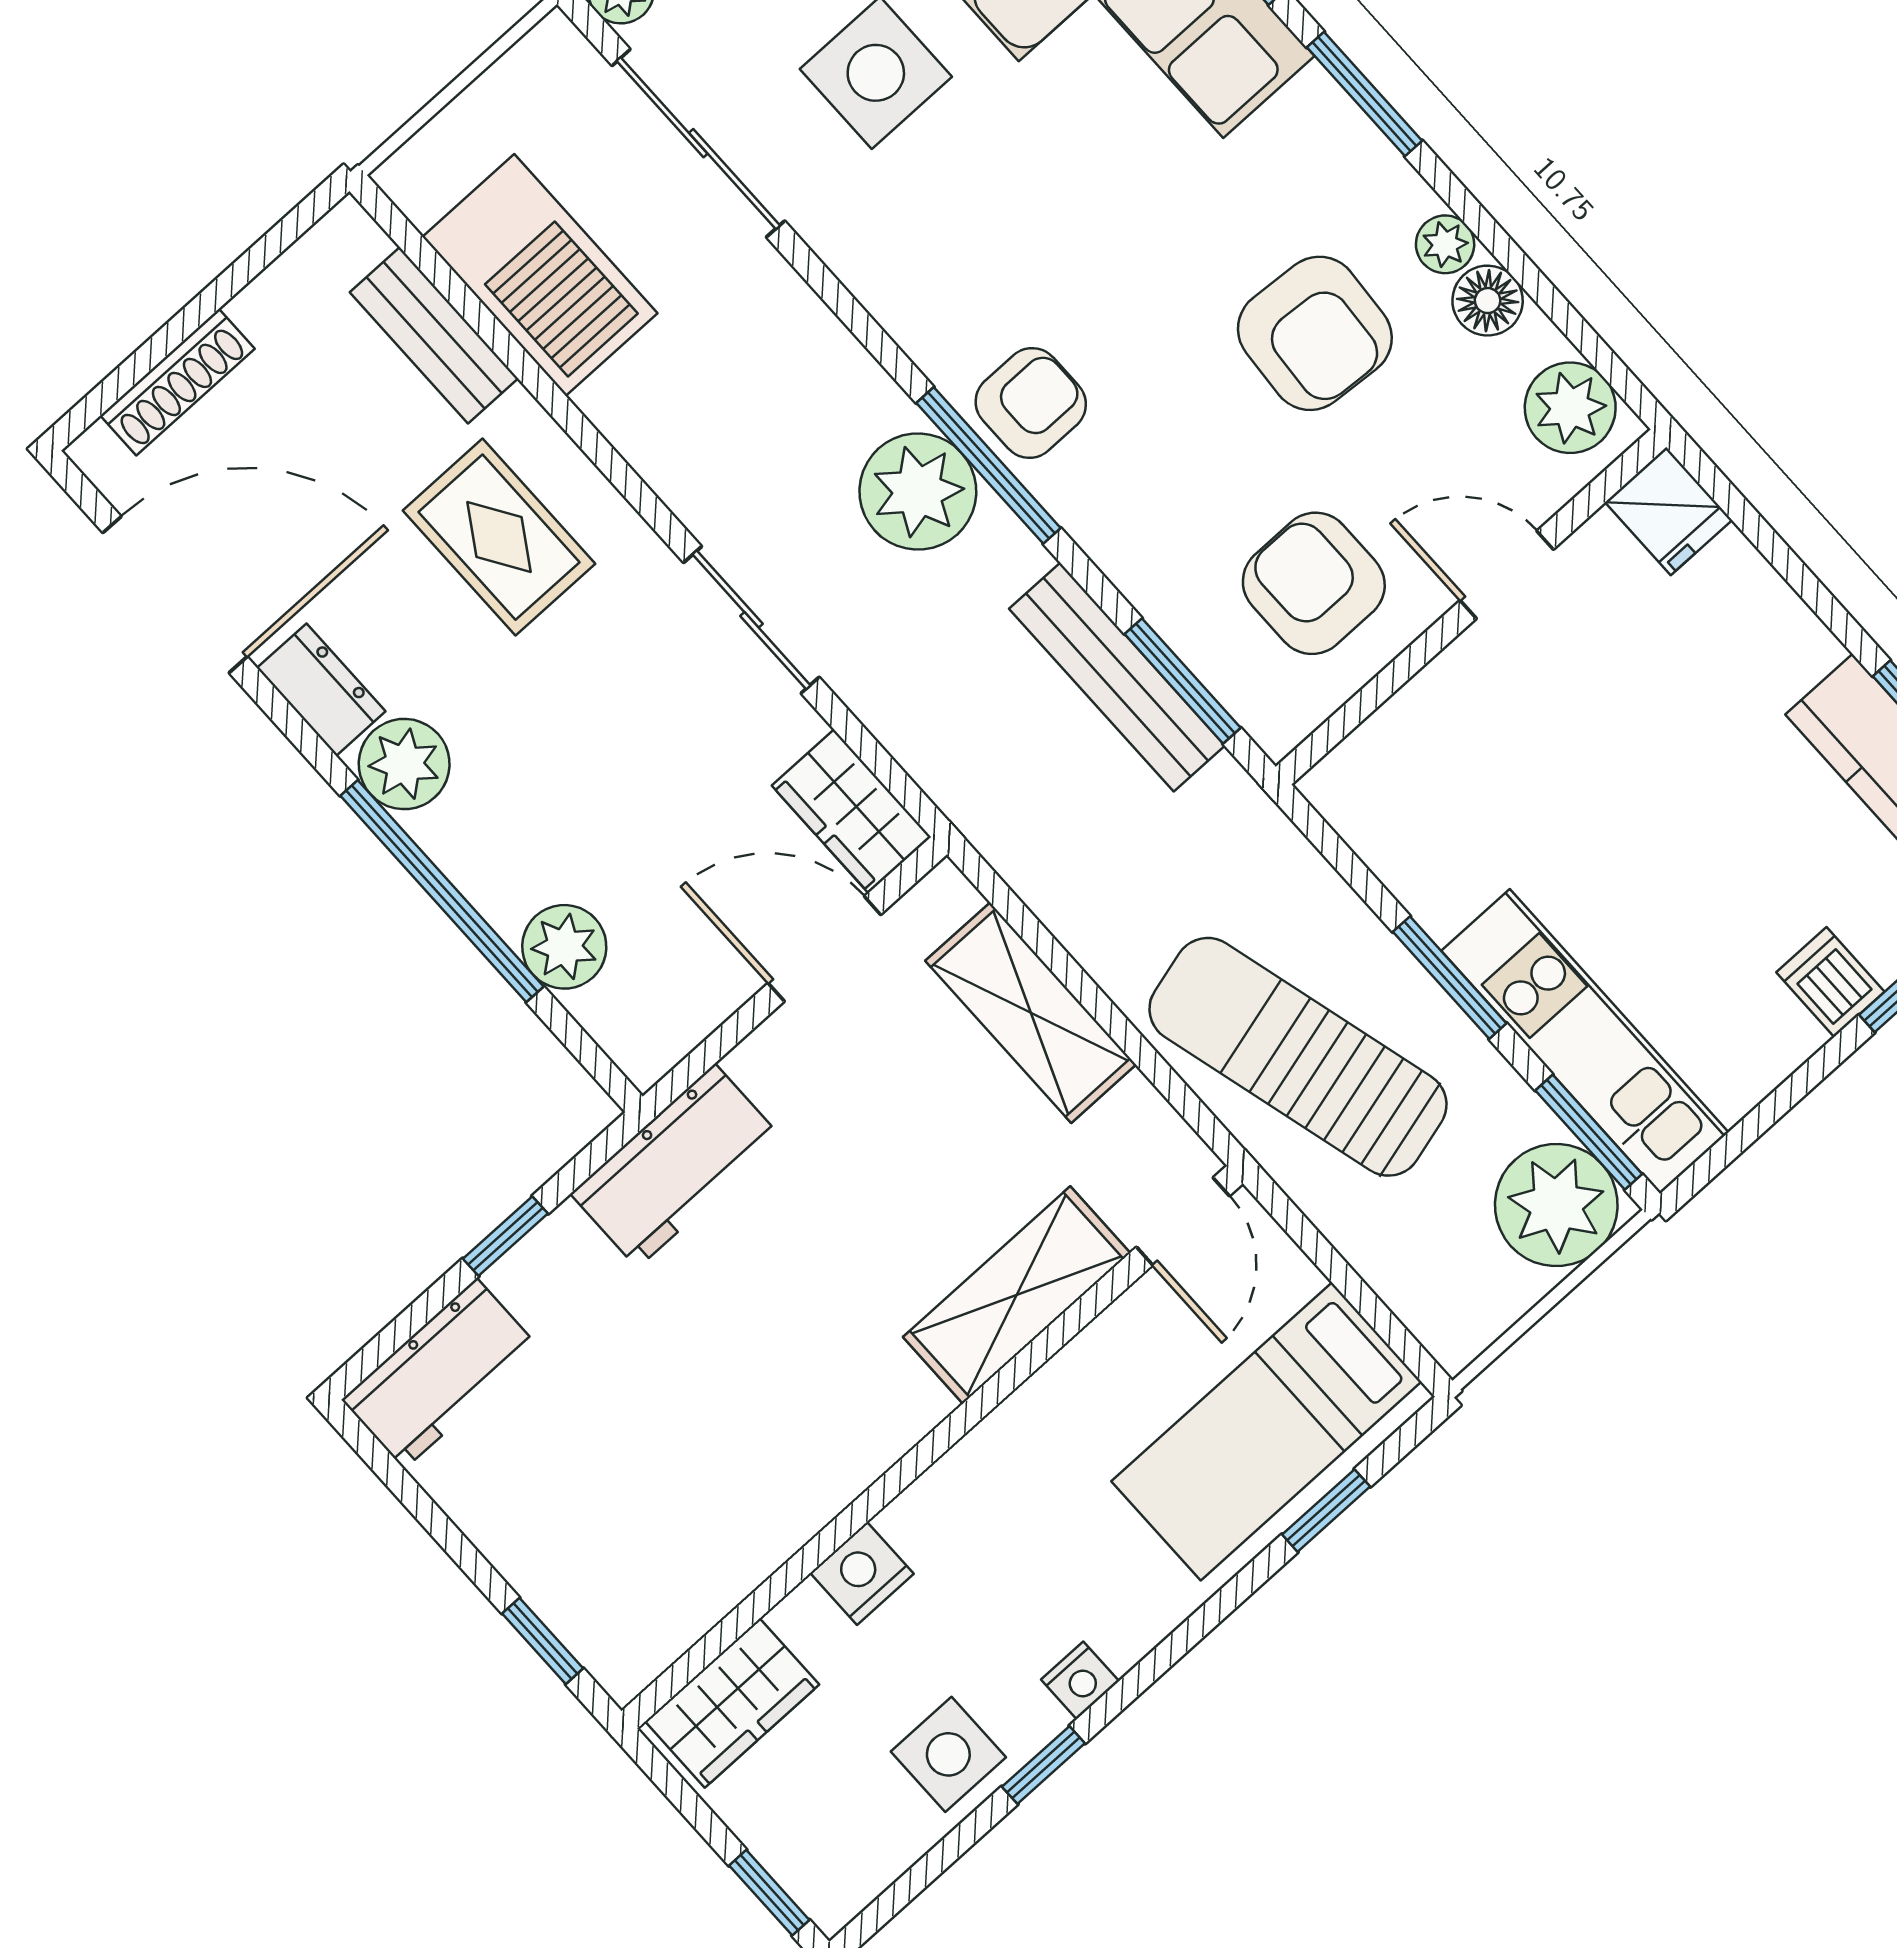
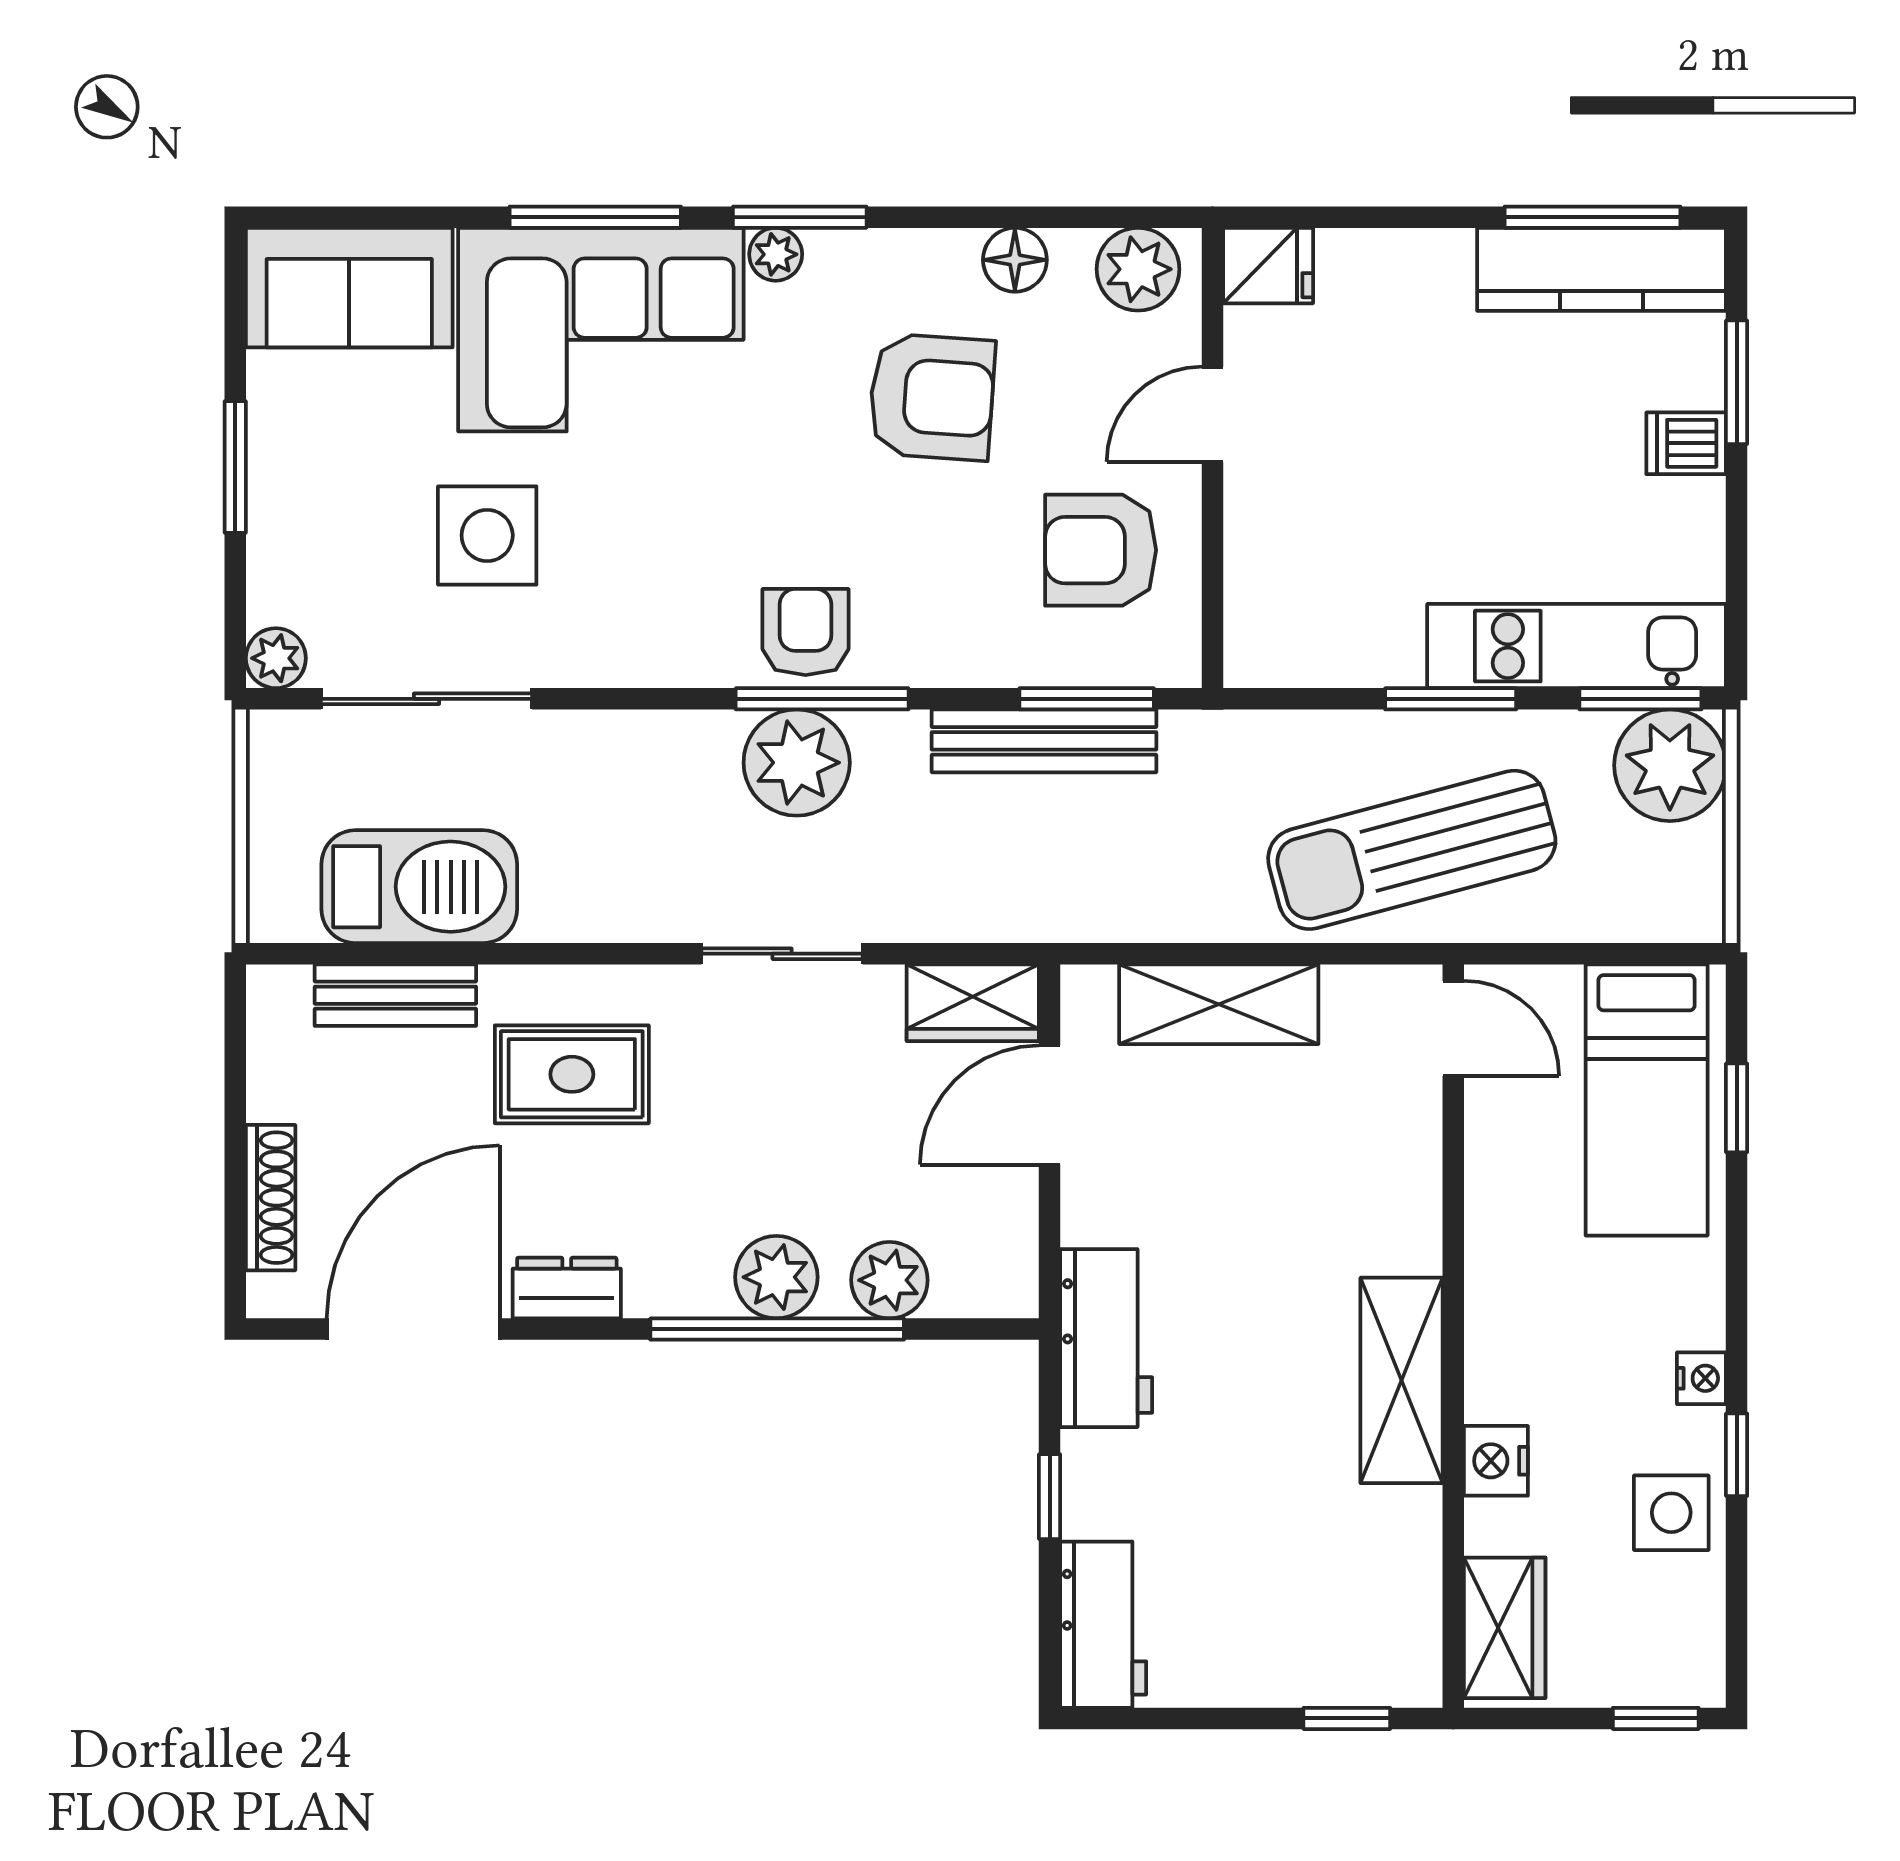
plant: (1445, 244) -> (776, 254), moved
plant: (404, 764) -> (776, 1277), moved
shelving: (1017, 1295) -> (1402, 1380), moved

